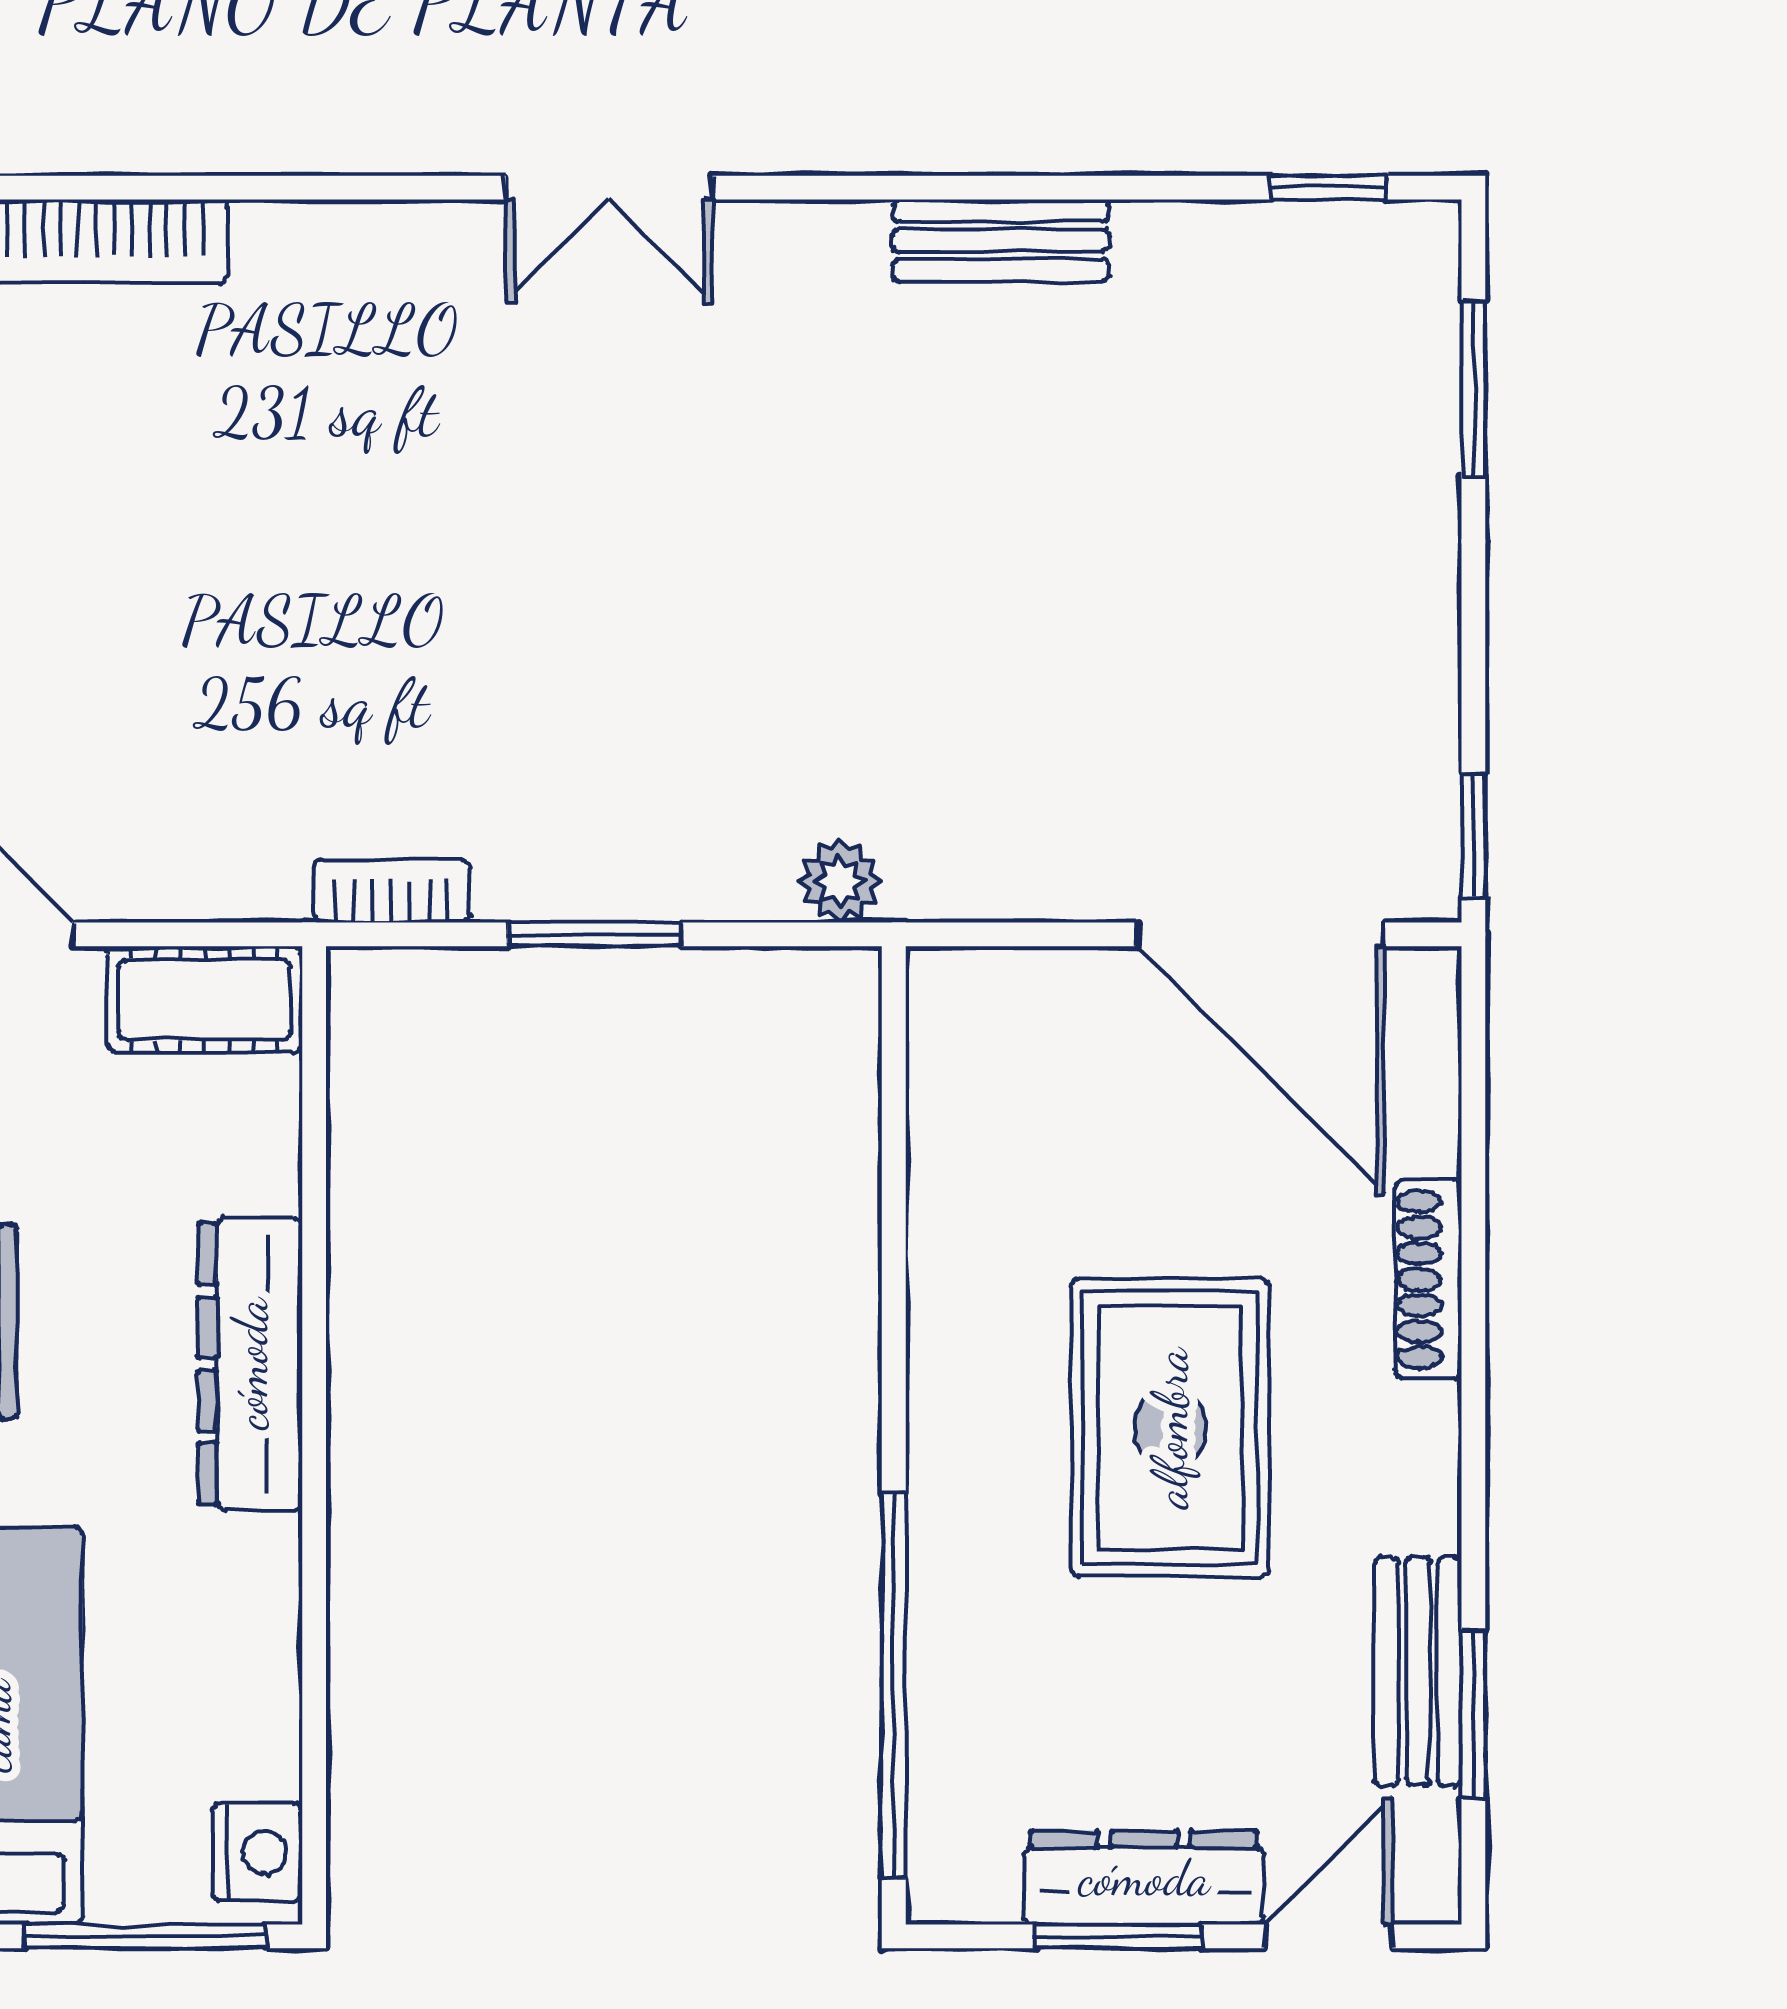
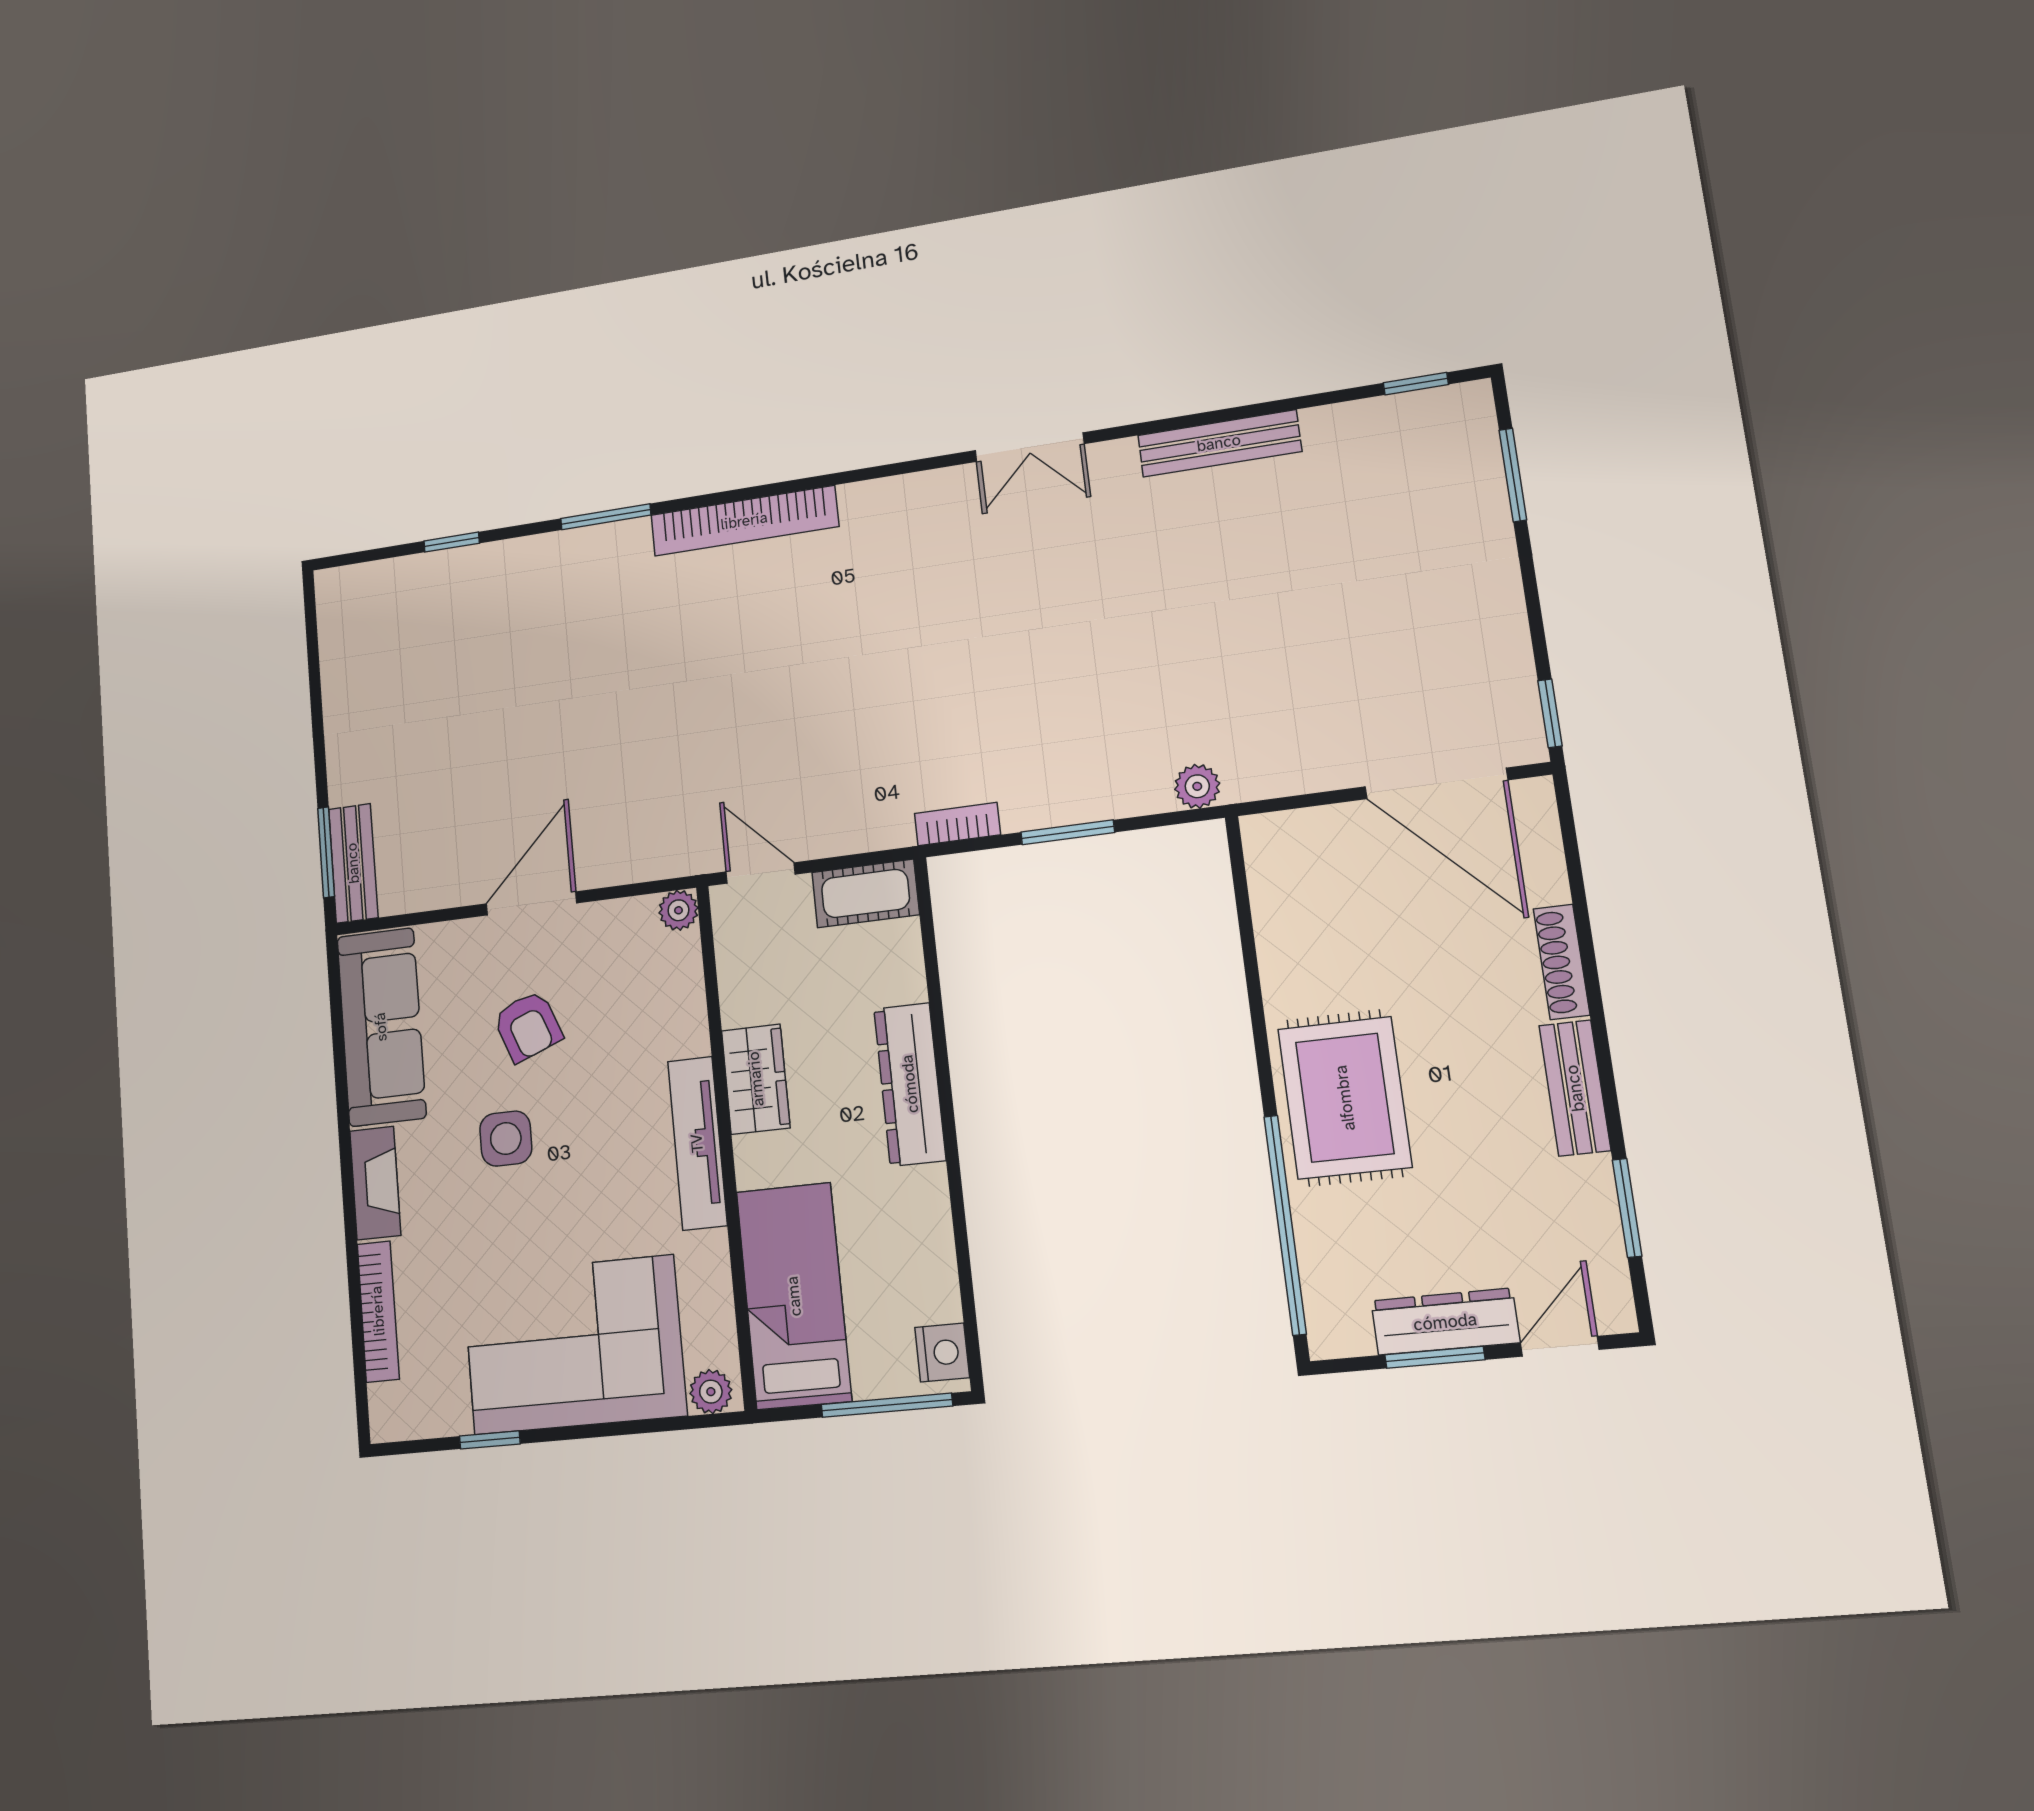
bench: (1001, 241) -> (1219, 443), width x1.36
rug: (1170, 1428) -> (1345, 1098), moved
bench: (1418, 1671) -> (1575, 1088), moved

